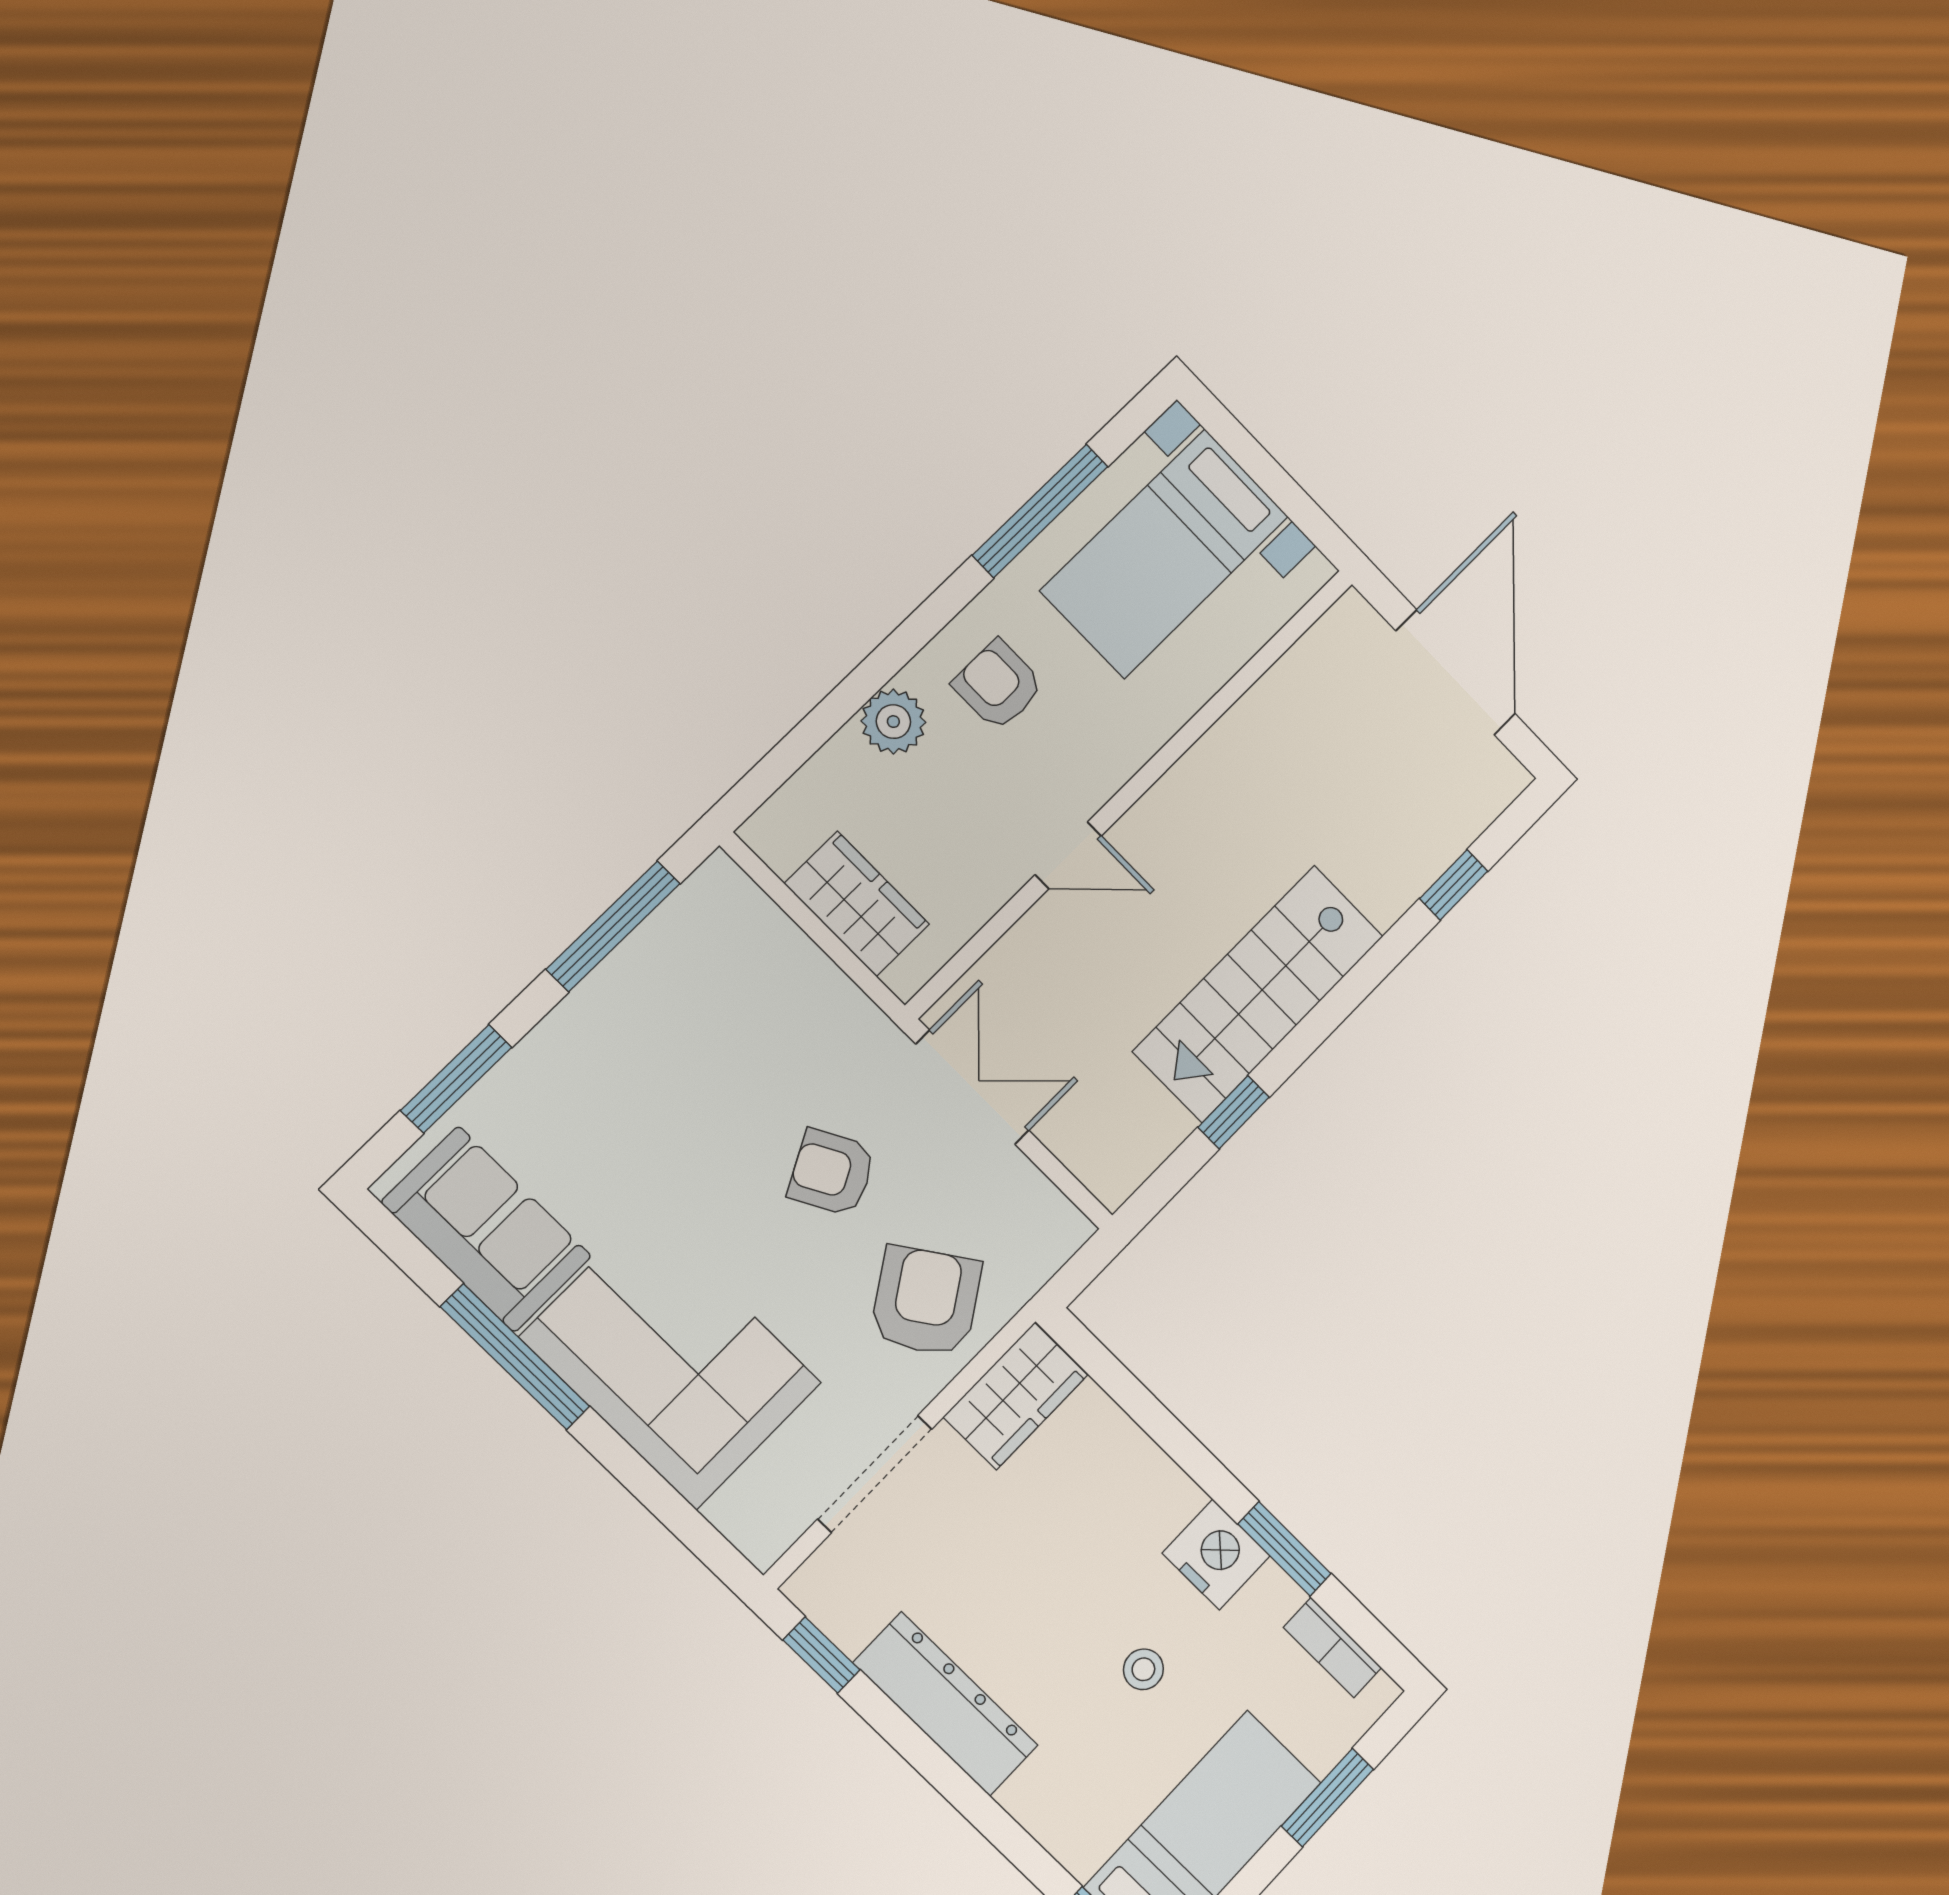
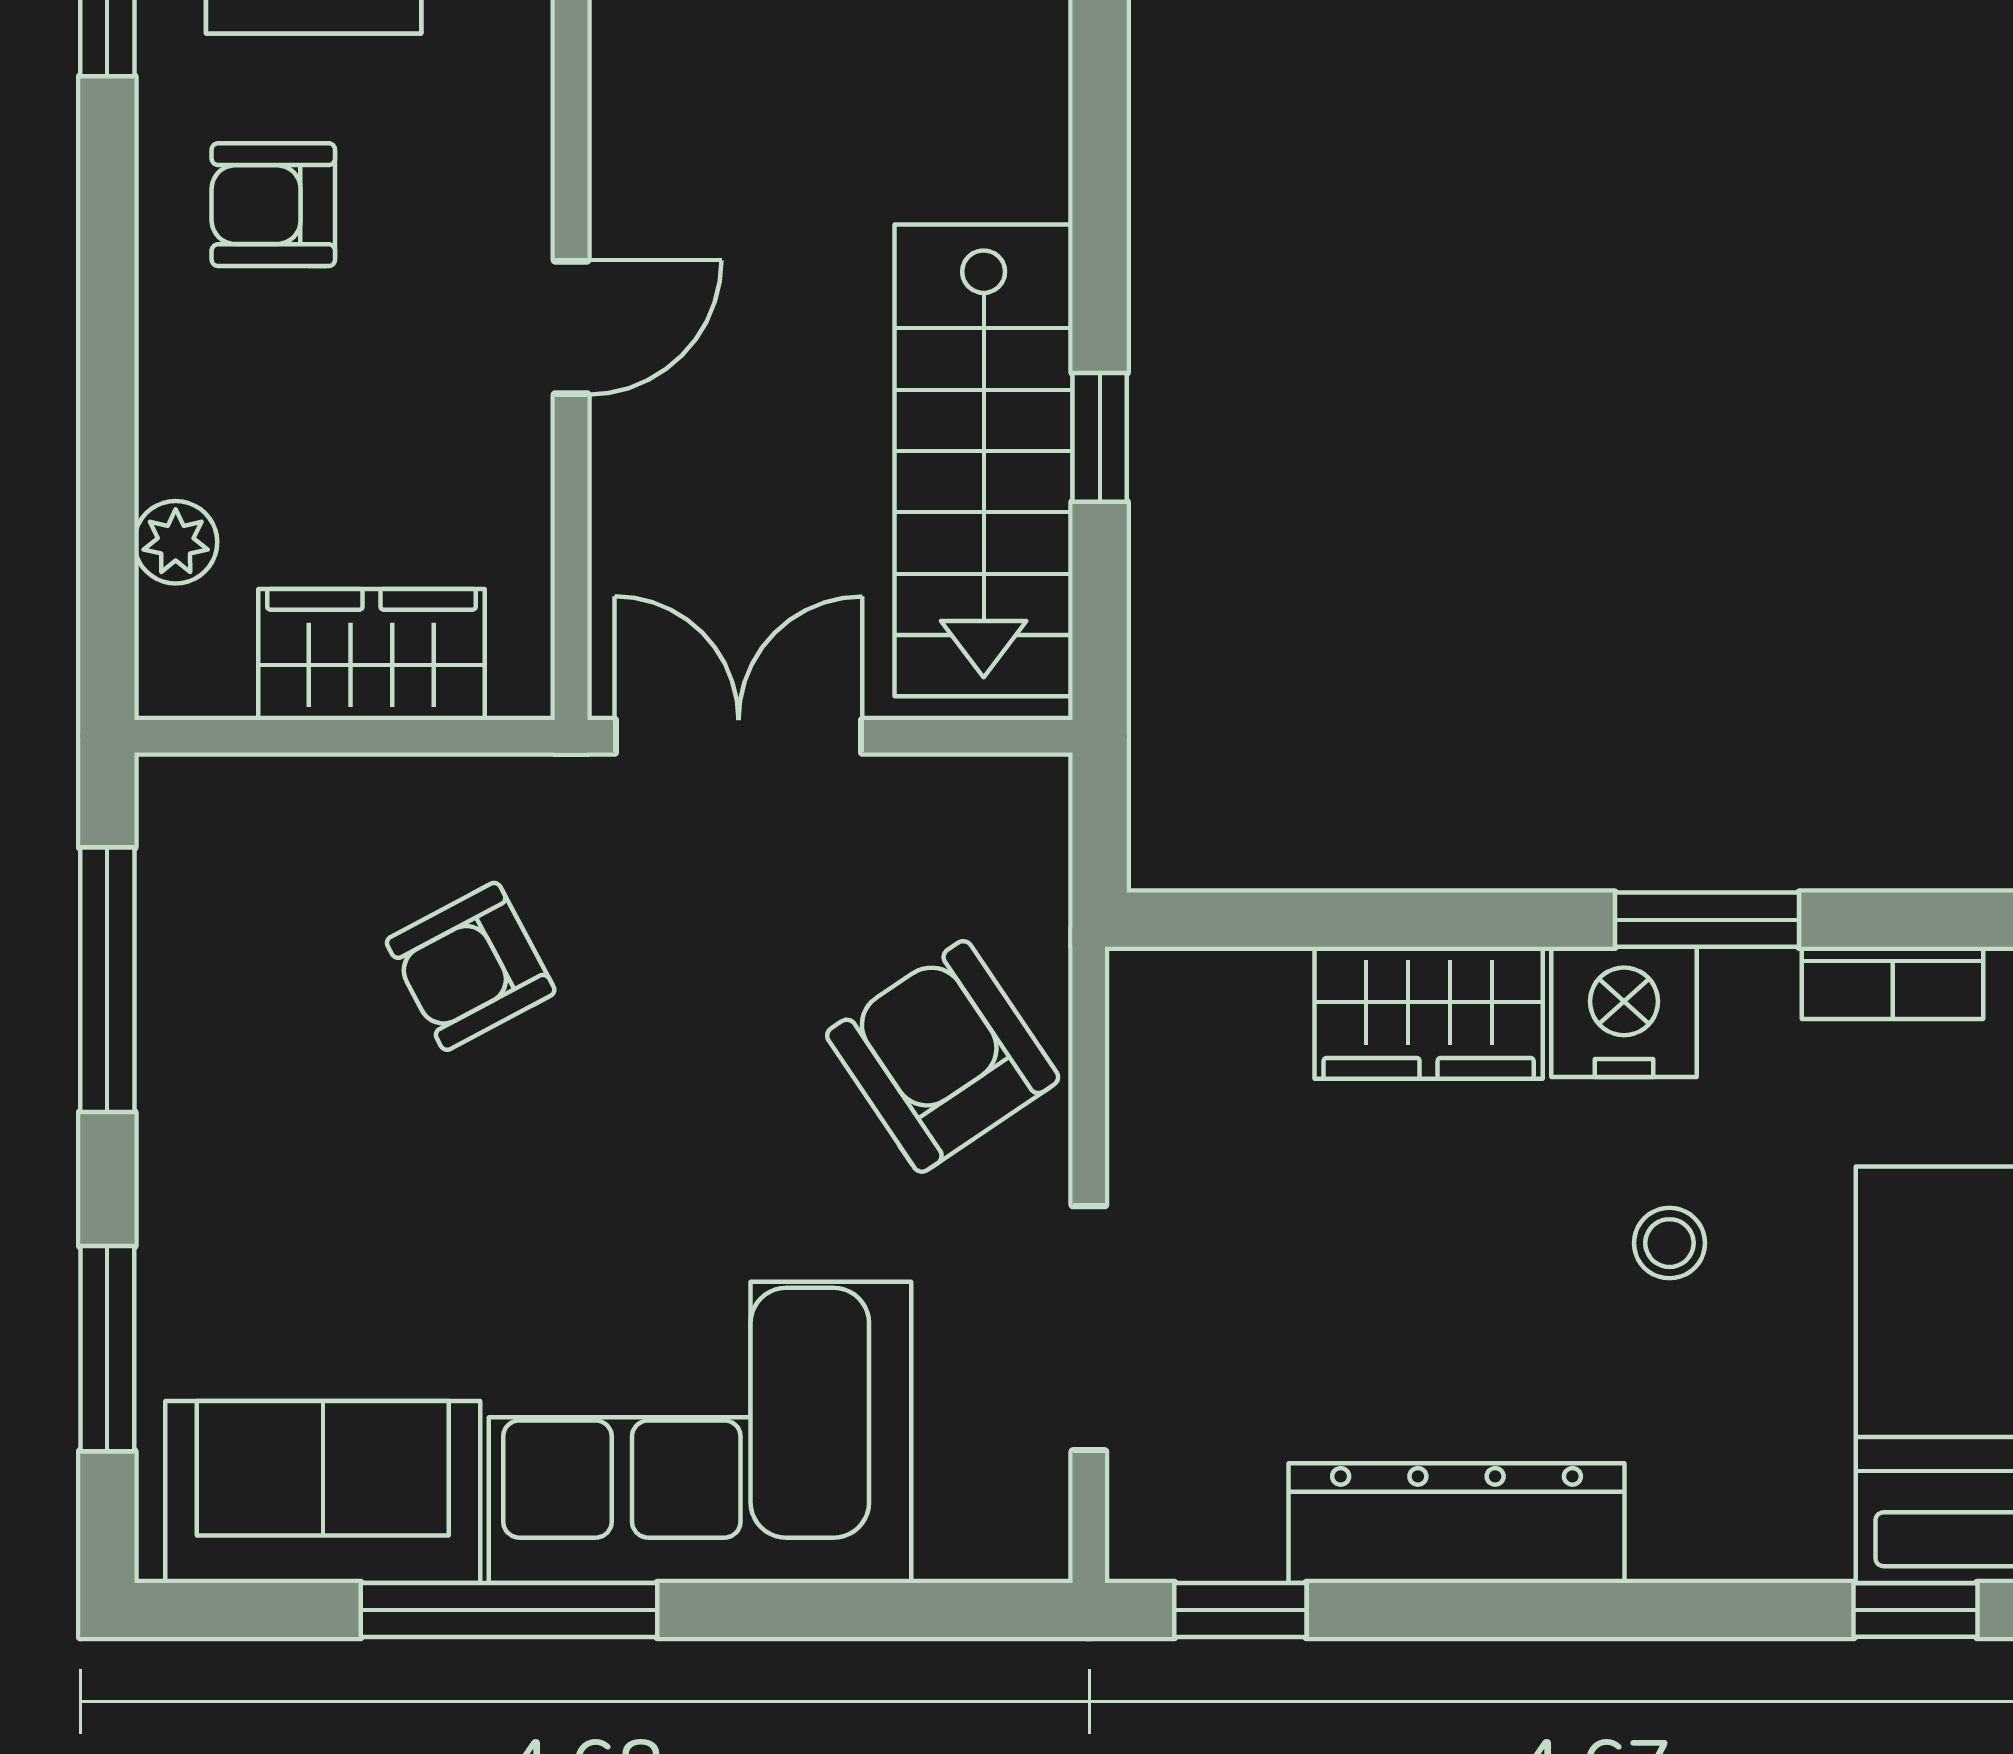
plant: (893, 722) -> (176, 542), moved, width x0.73, depth x0.73
stairs: (1259, 994) -> (984, 460), moved
armchair: (832, 1172) -> (471, 966), moved
wardrobe: (1016, 1396) -> (1429, 1013), moved, turned 90

